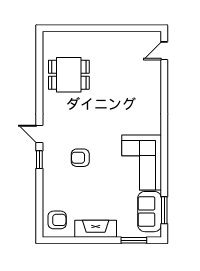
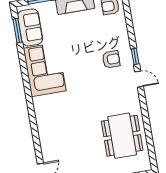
dining table: (69, 75) -> (122, 136), width x1.38
armchair: (80, 158) -> (111, 59), moved

